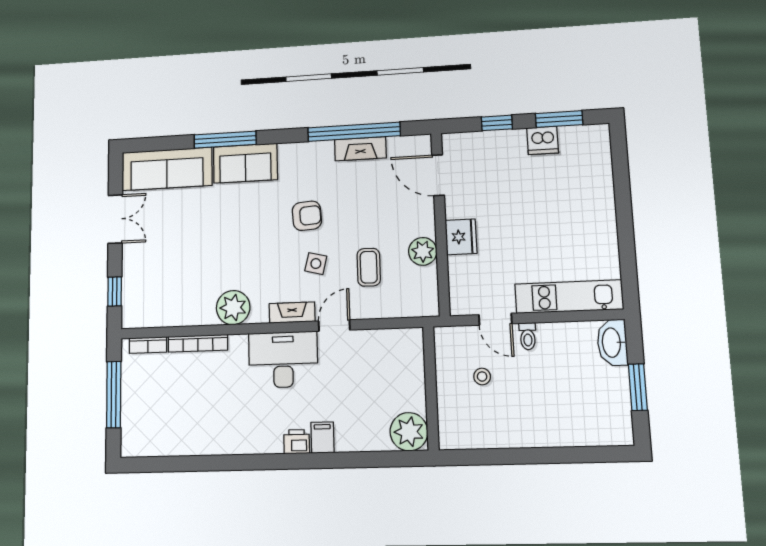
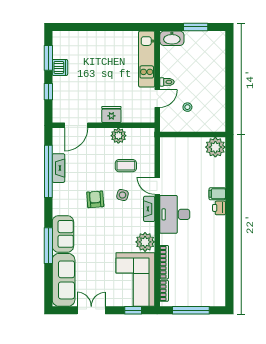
corner sofa: (168, 293) -> (135, 279), added

